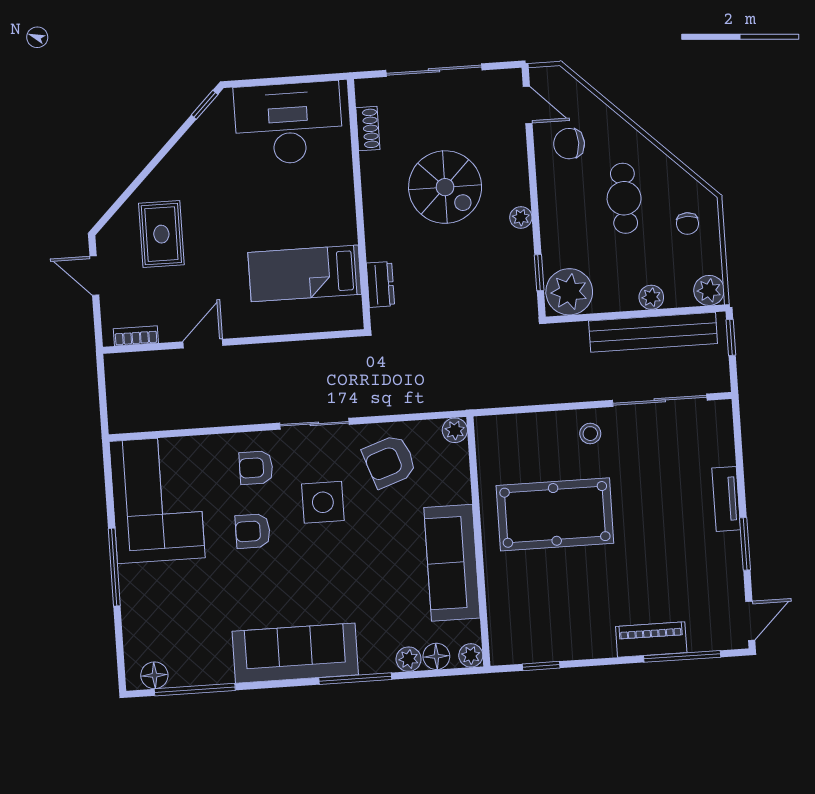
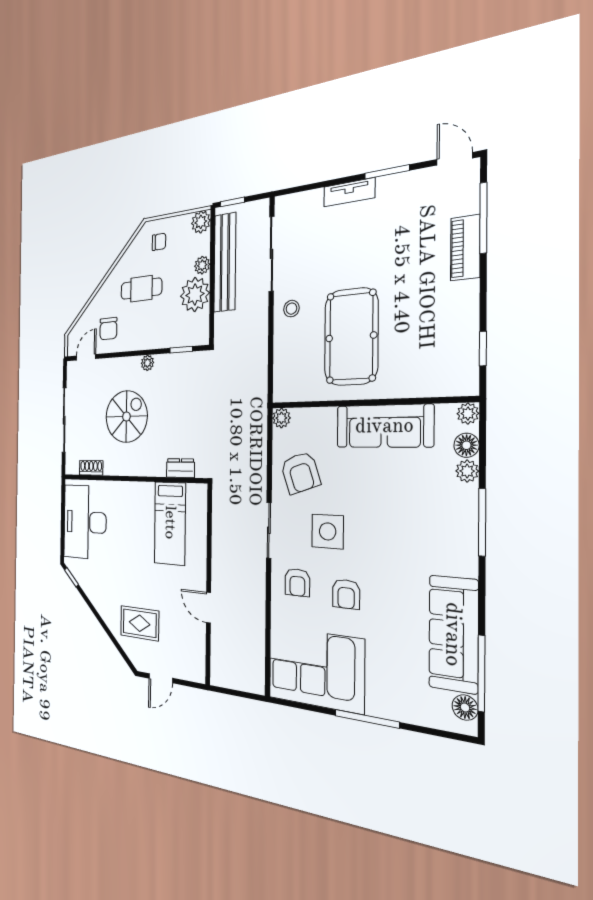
plant: (569, 292) -> (195, 294), moved
bookcase: (136, 336) -> (200, 657), removed
sofa: (295, 653) -> (453, 634), moved

